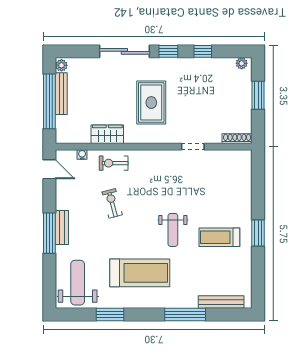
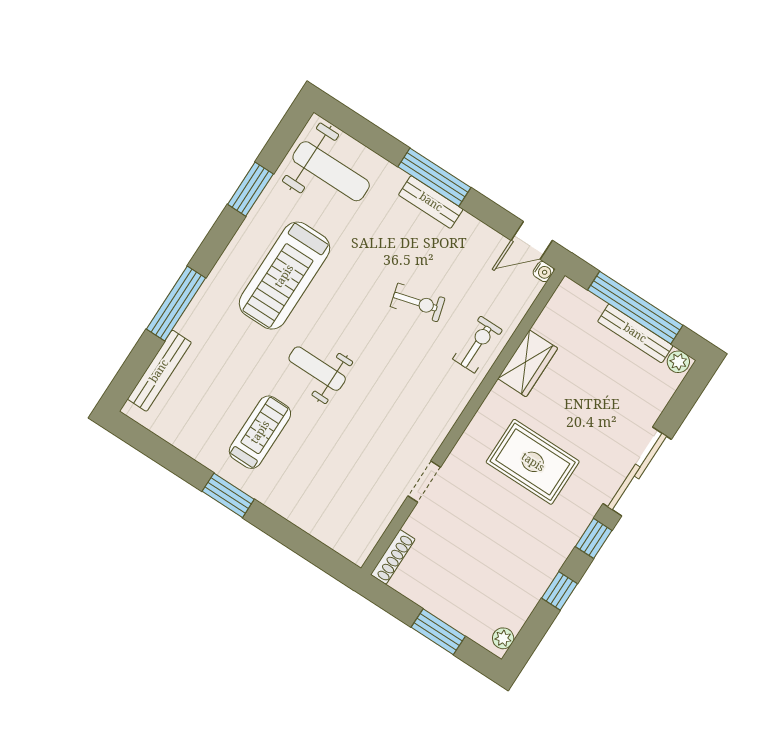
water cooler: (82, 155) -> (543, 272), moved

